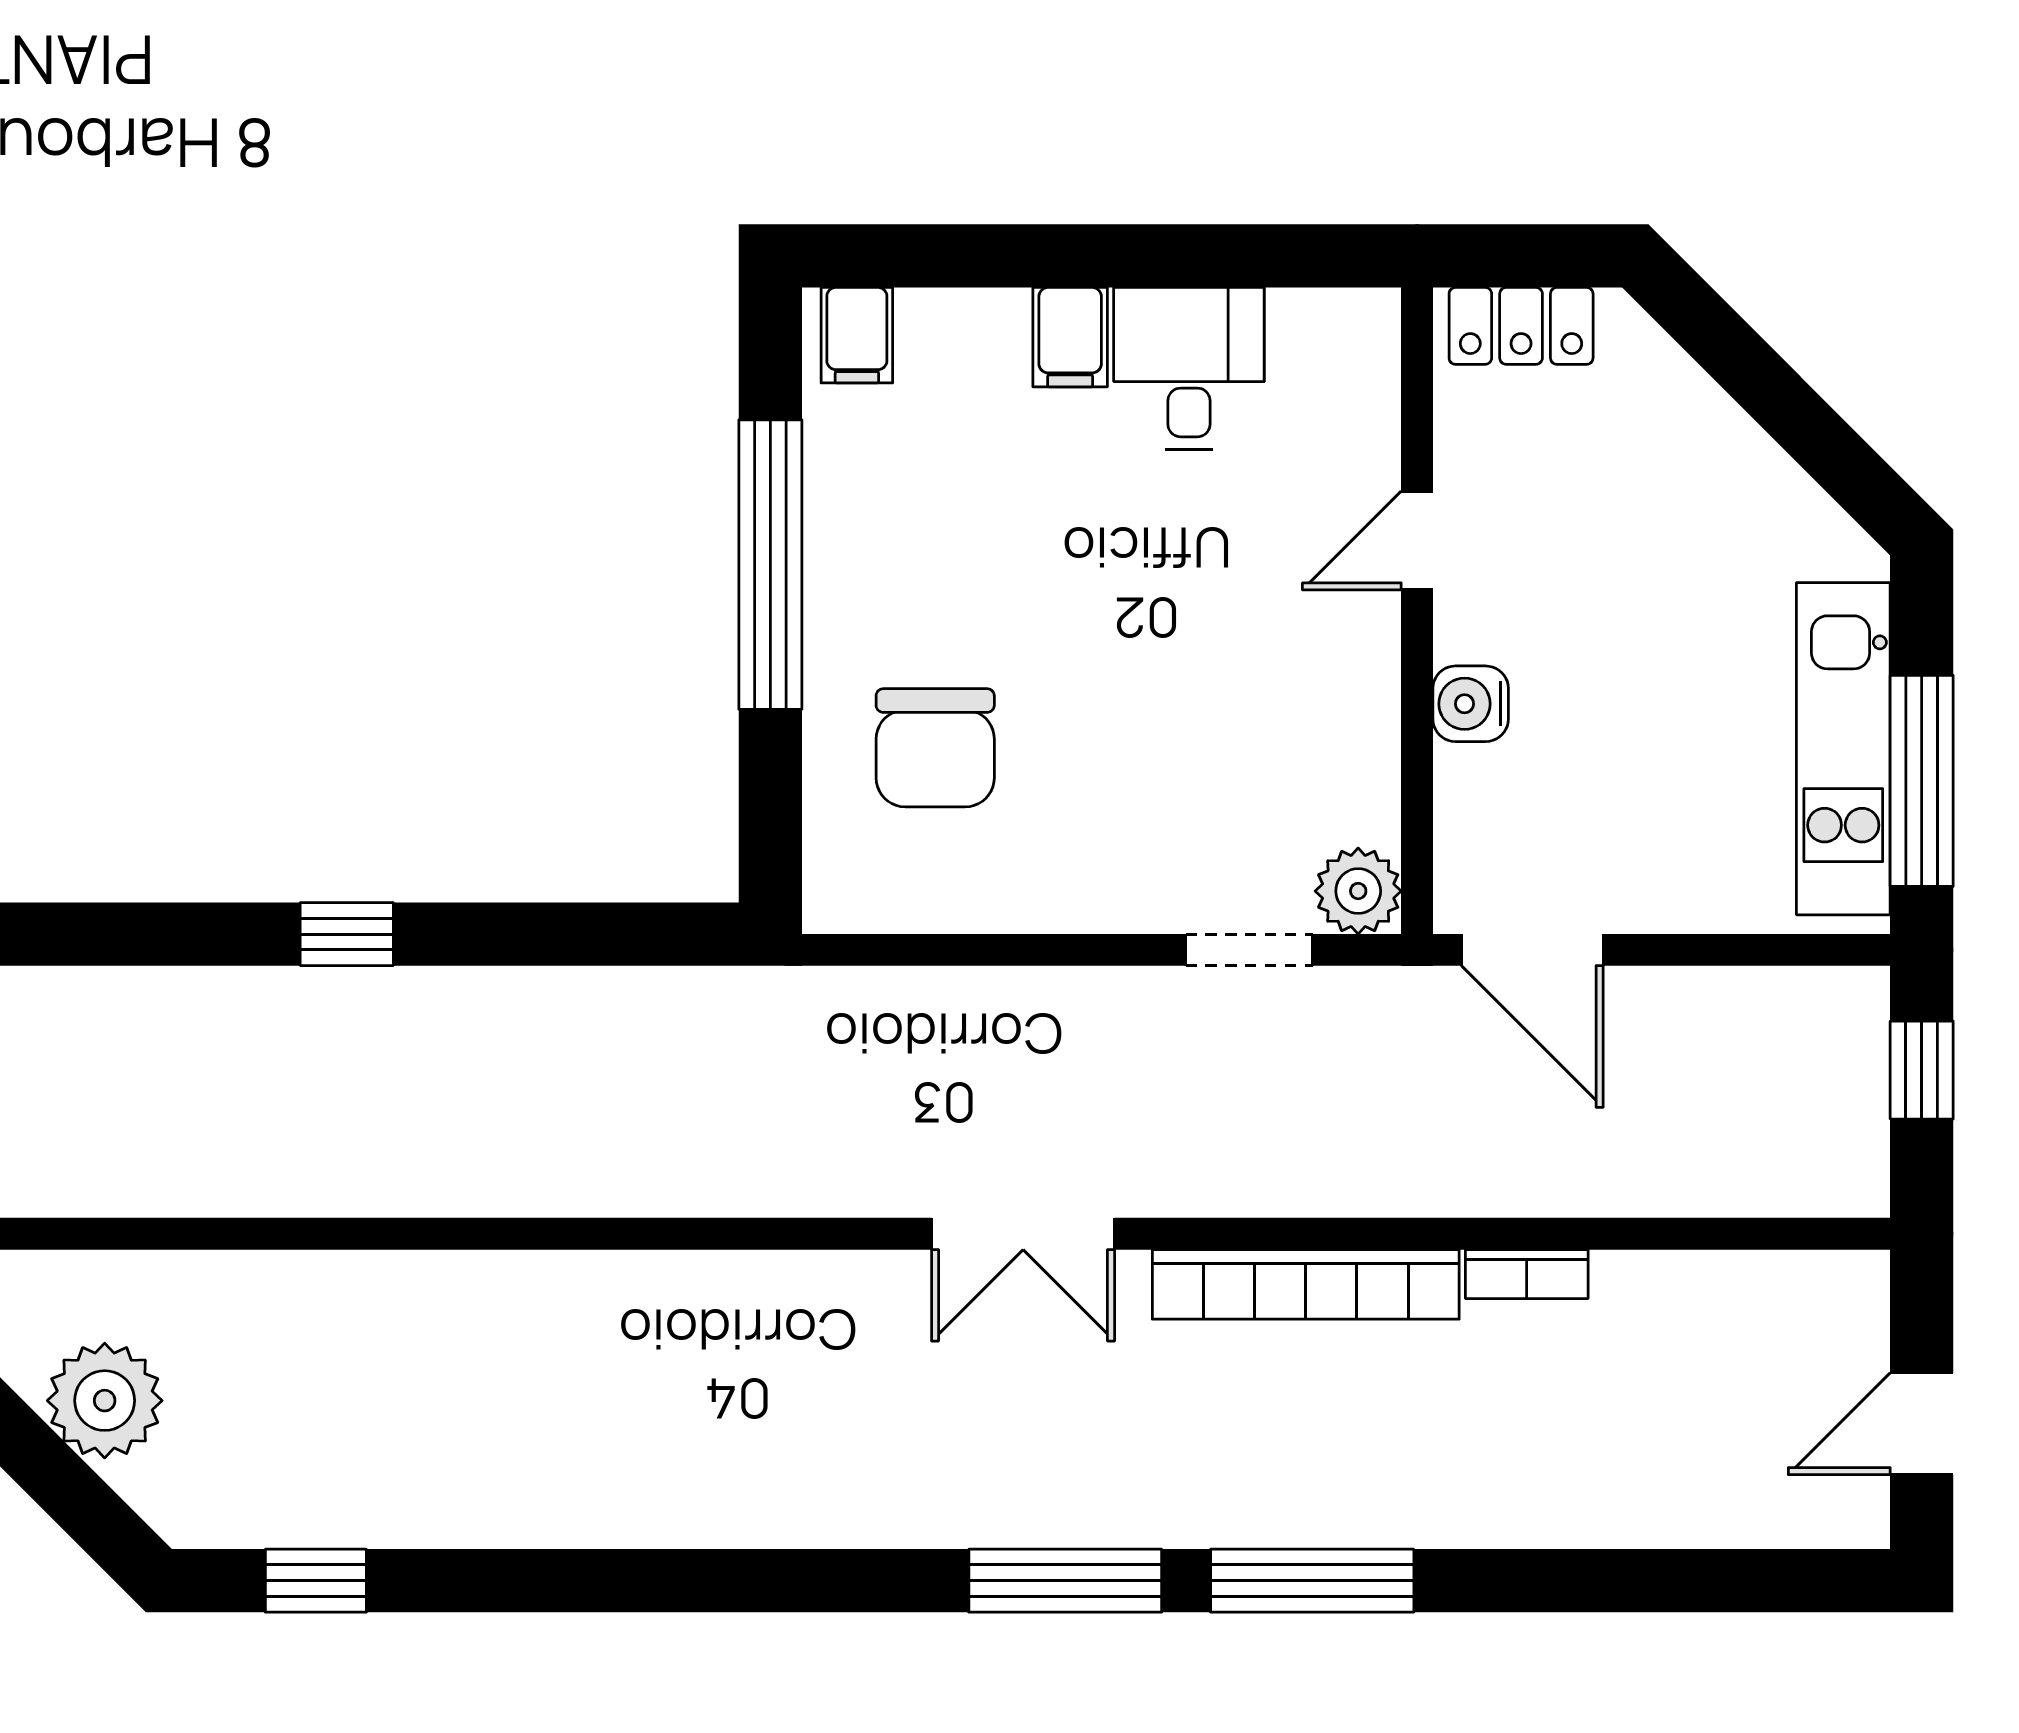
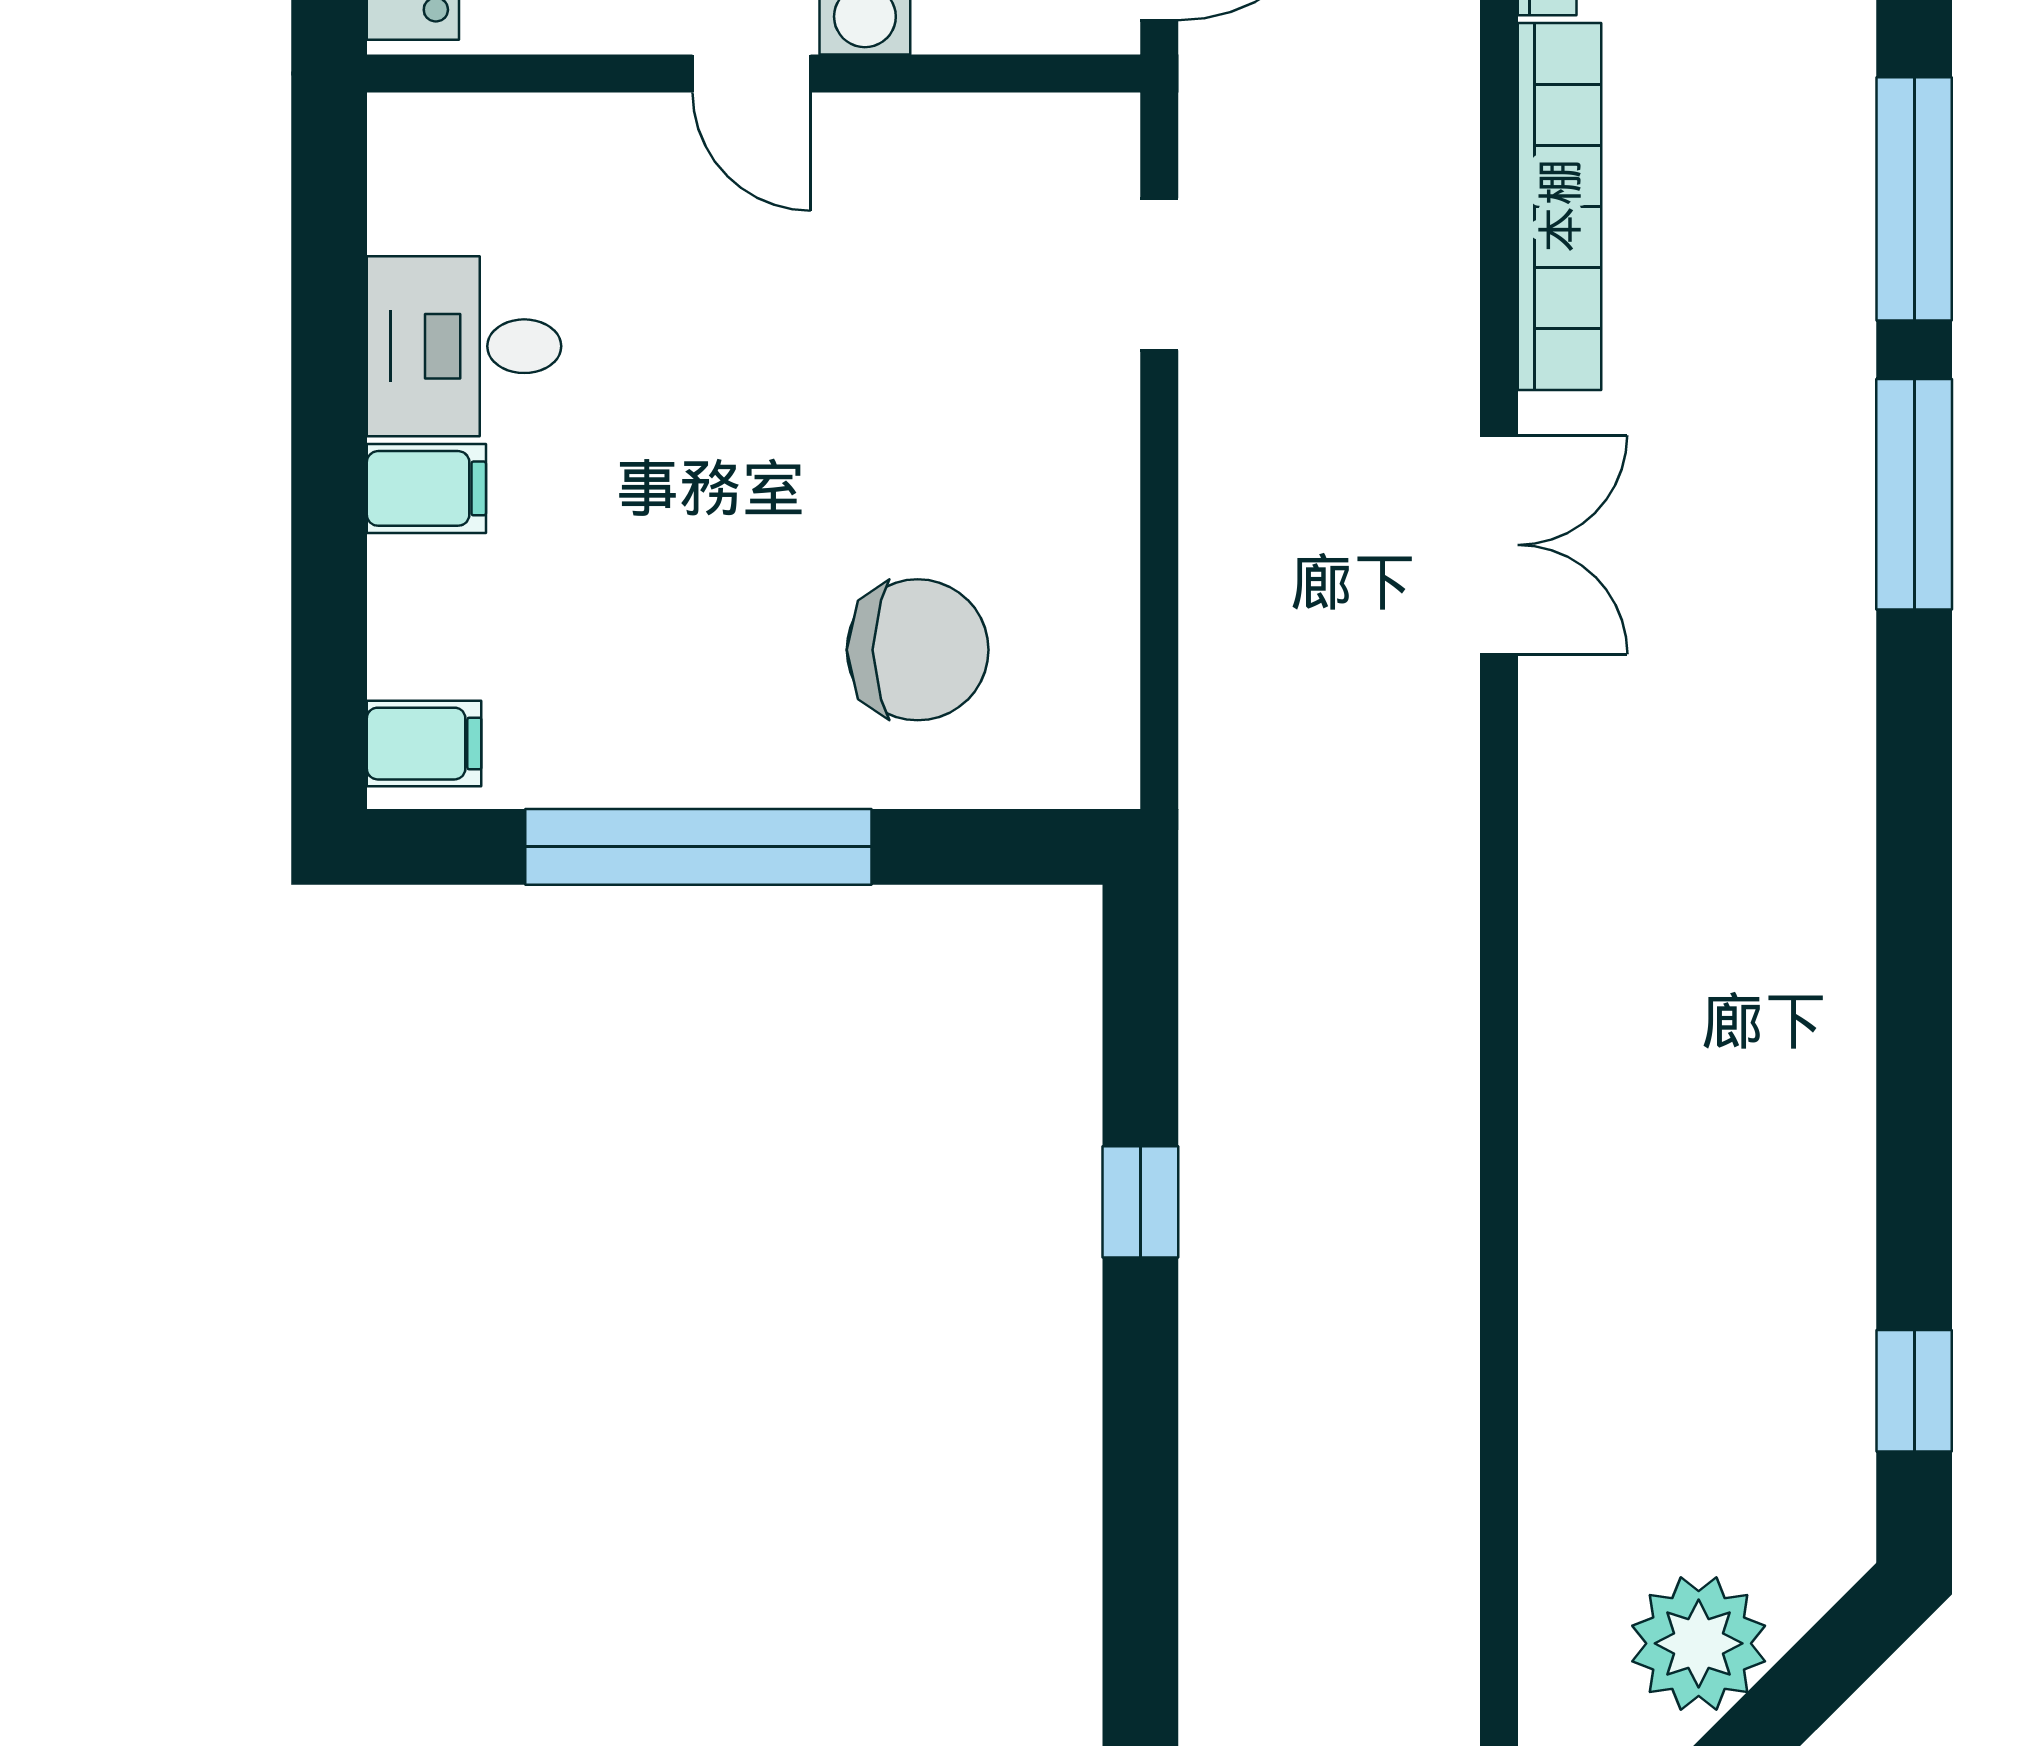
door: (1417, 541) -> (752, 73), moved
plant: (1358, 891) -> (1089, 144), removed
window: (347, 934) -> (1140, 1202), moved

